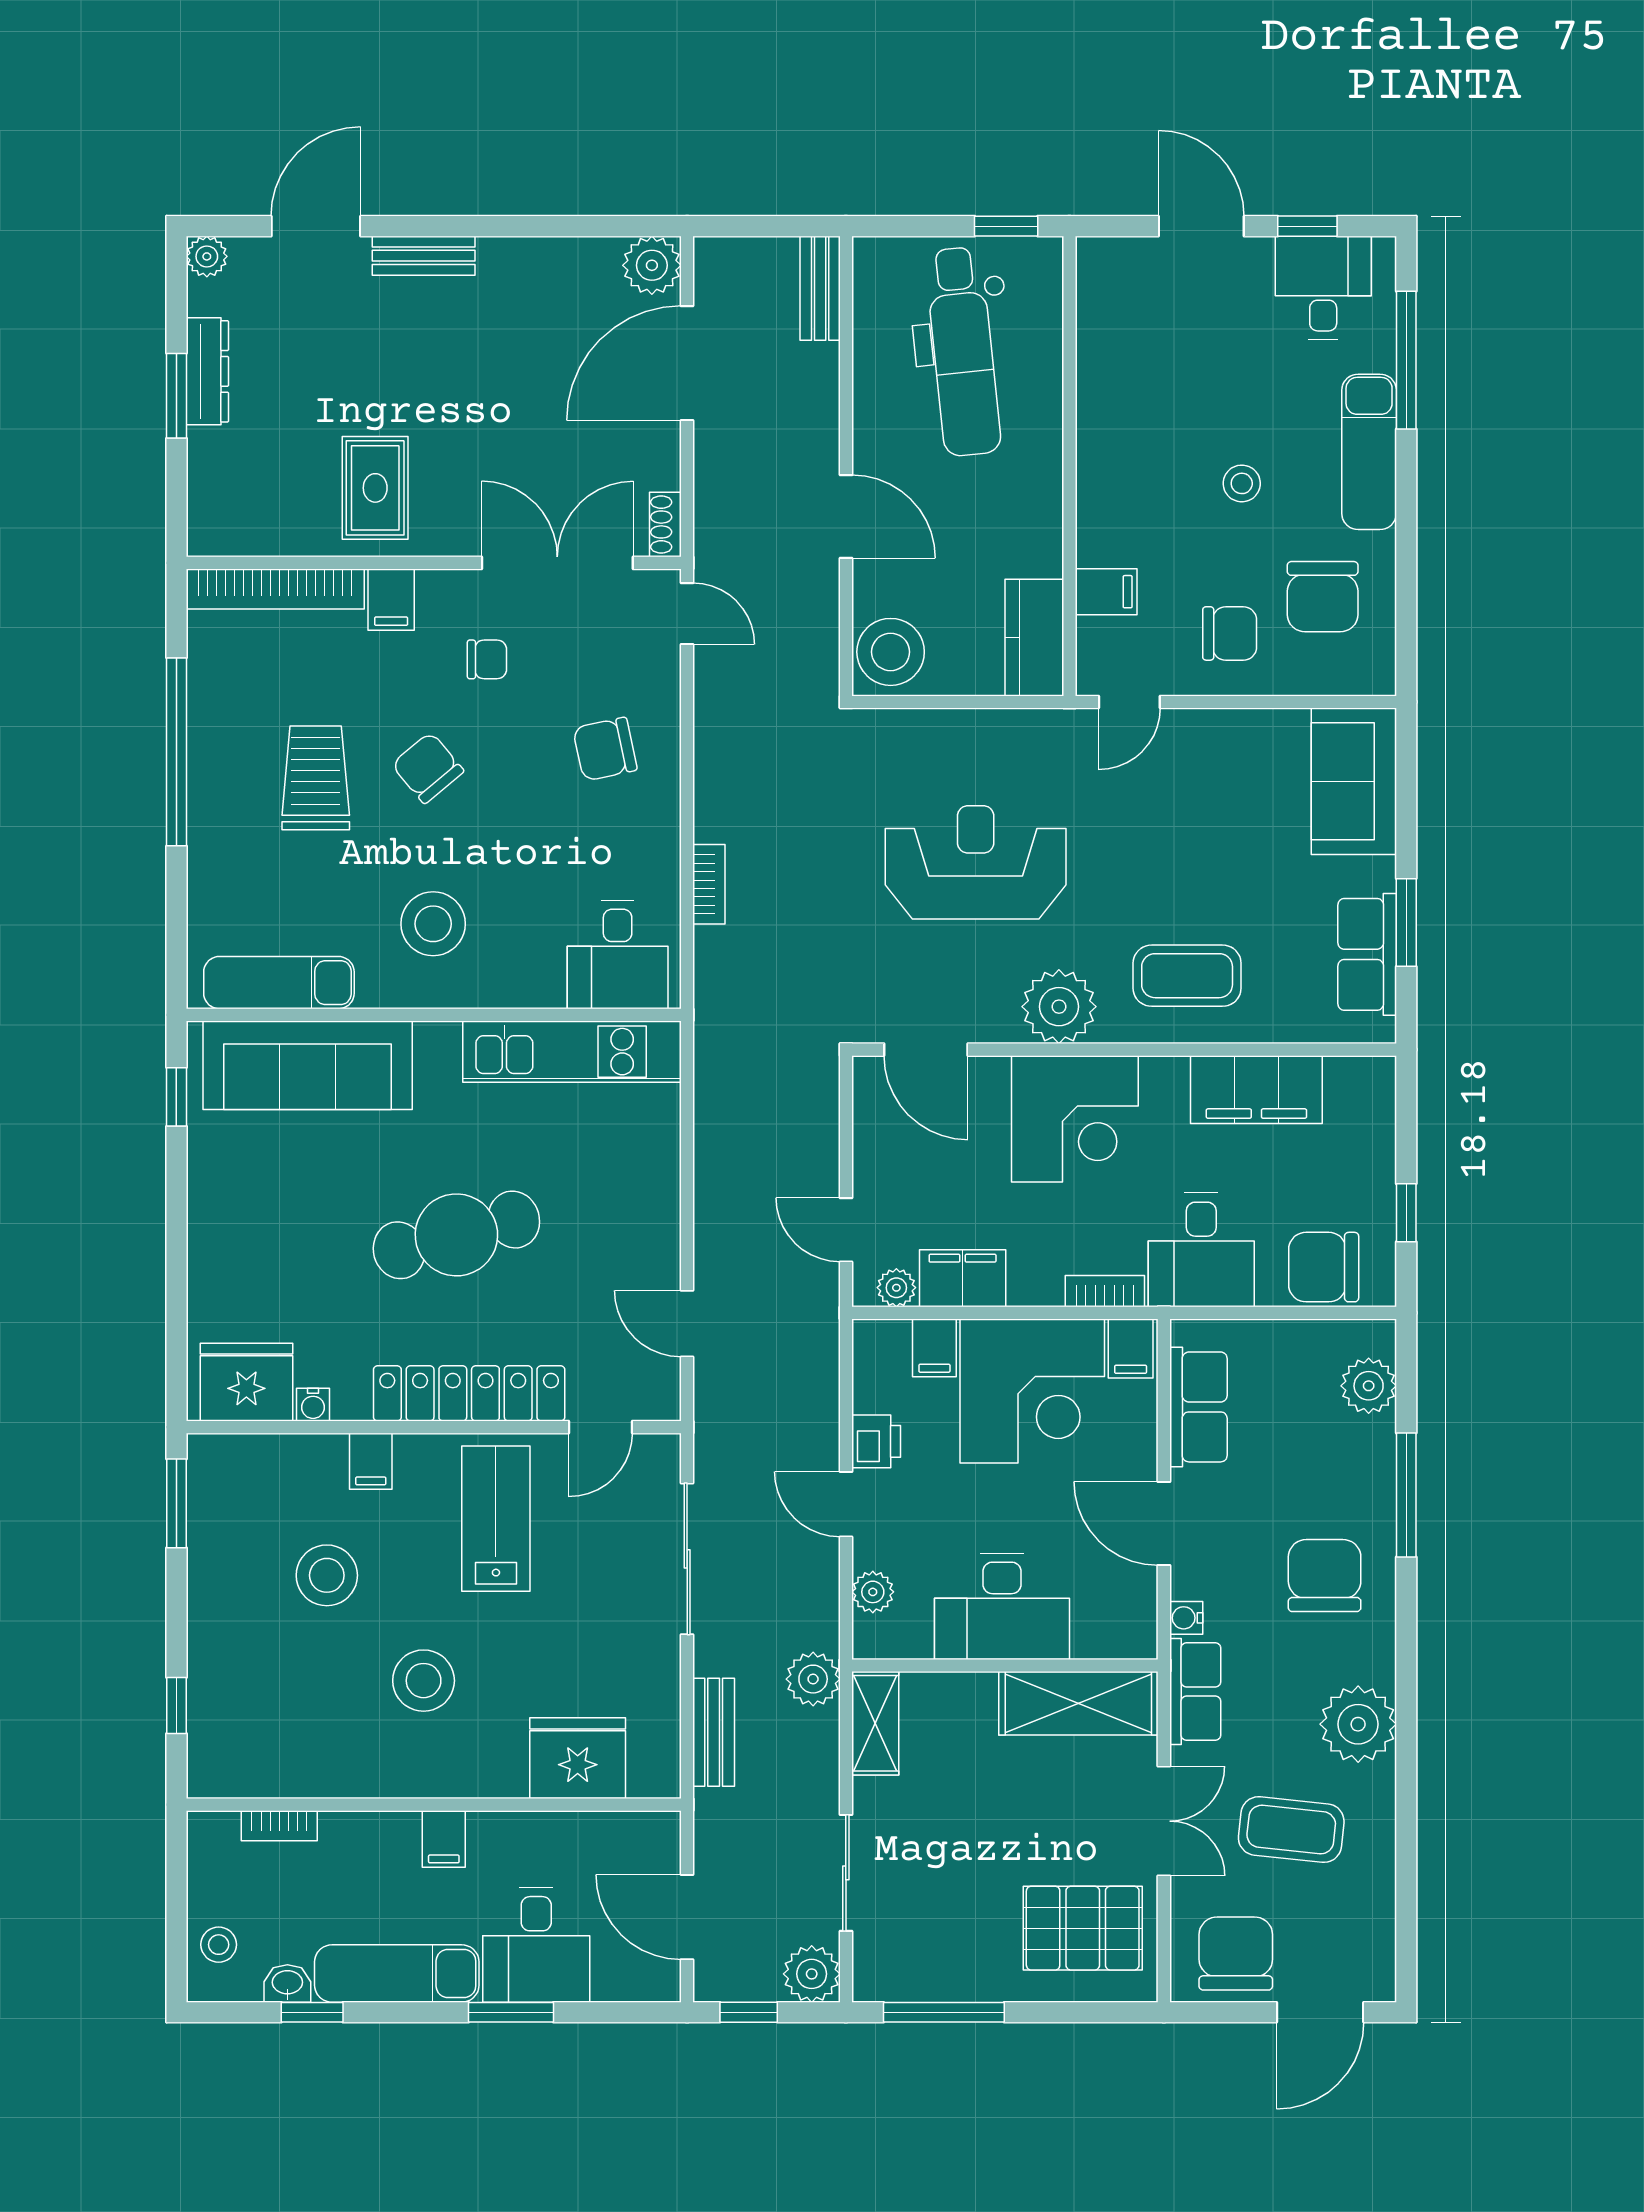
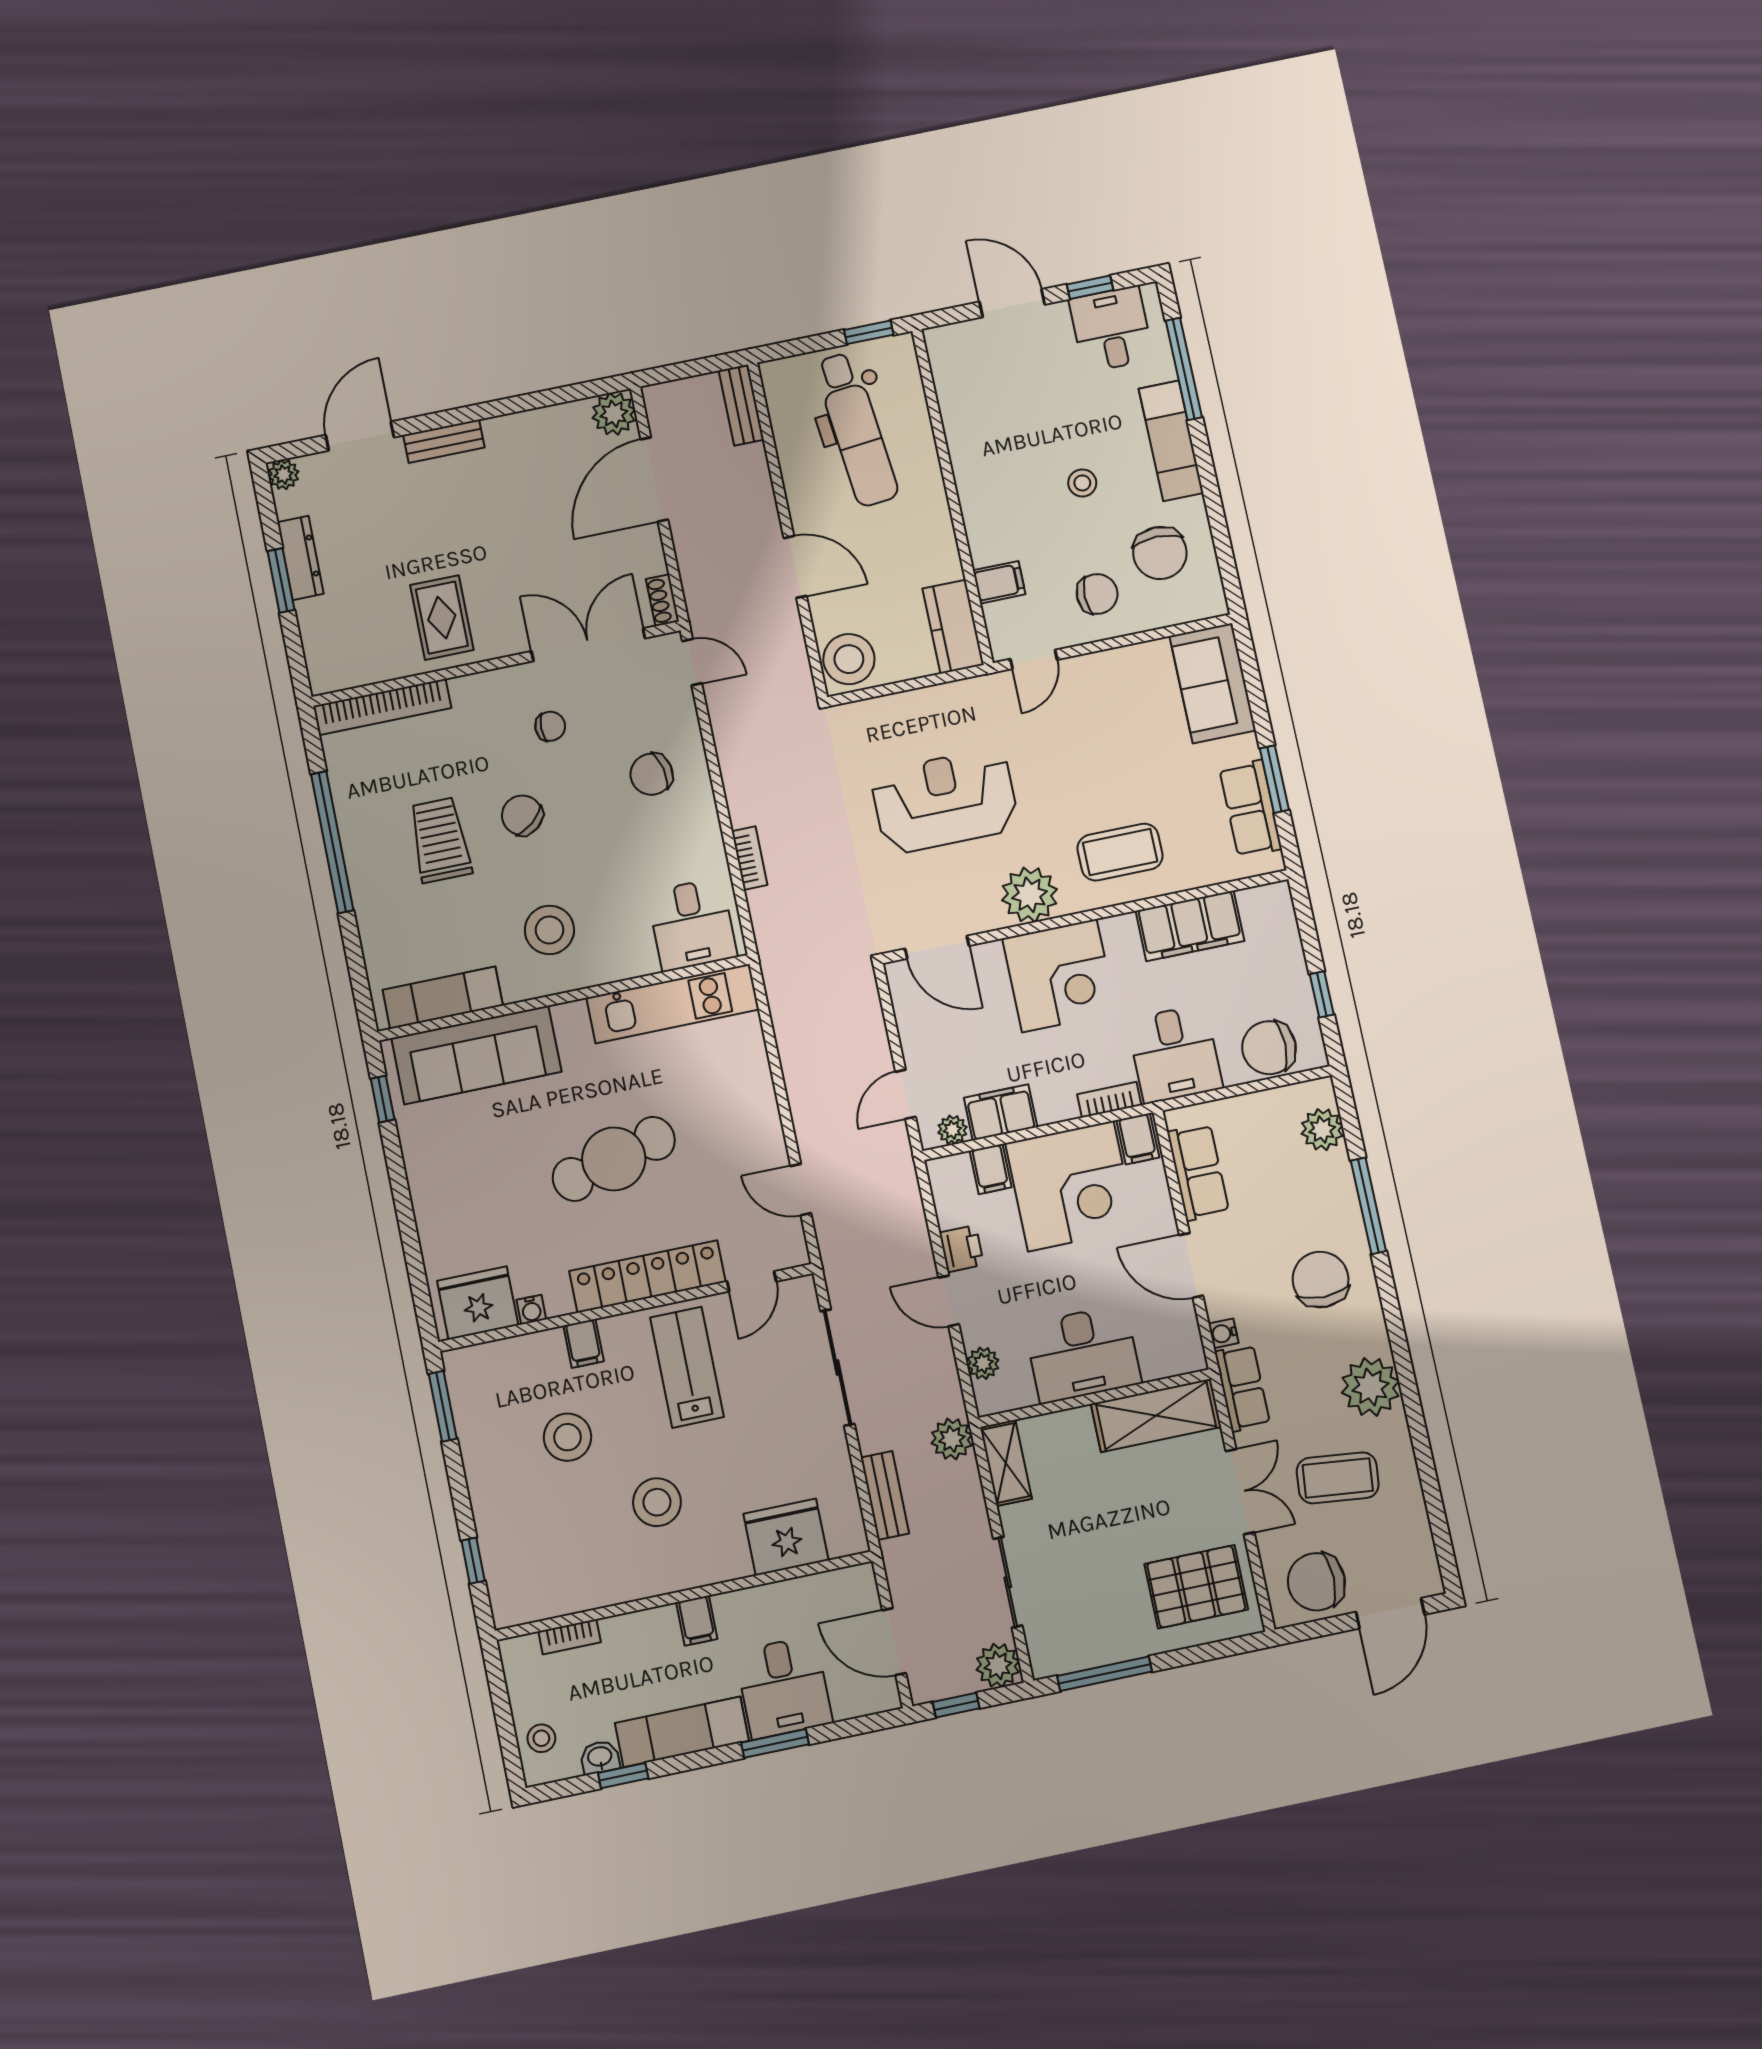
filing cabinet: (391, 600) -> (470, 697), removed
door: (846, 1230) -> (906, 1094), hinge flipped
chair: (1236, 1954) -> (1316, 1582), turned -90

